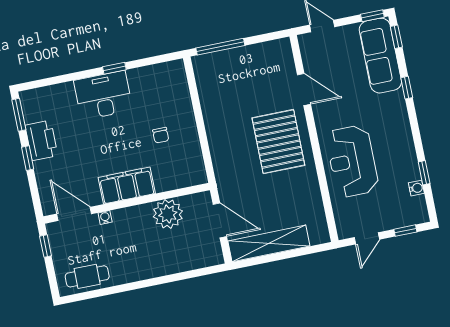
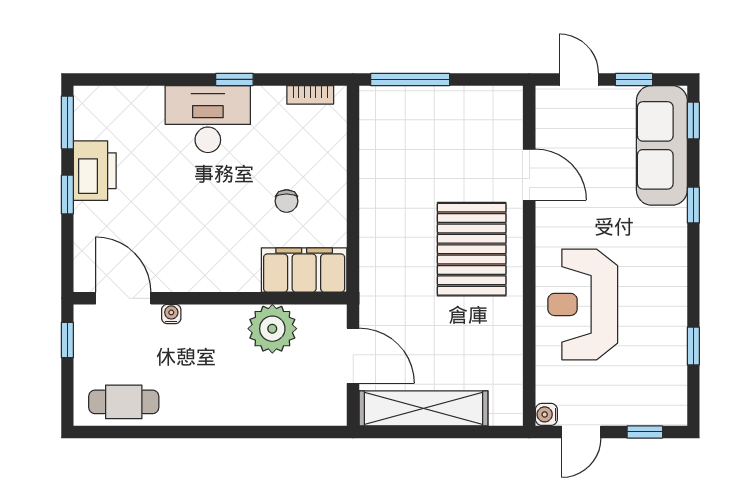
window: (372, 16) -> (634, 79), moved
bookcase: (162, 68) -> (310, 95), added
filing cabinet: (127, 185) -> (304, 270), moved
water cooler: (416, 188) -> (546, 414), moved, turned 180

